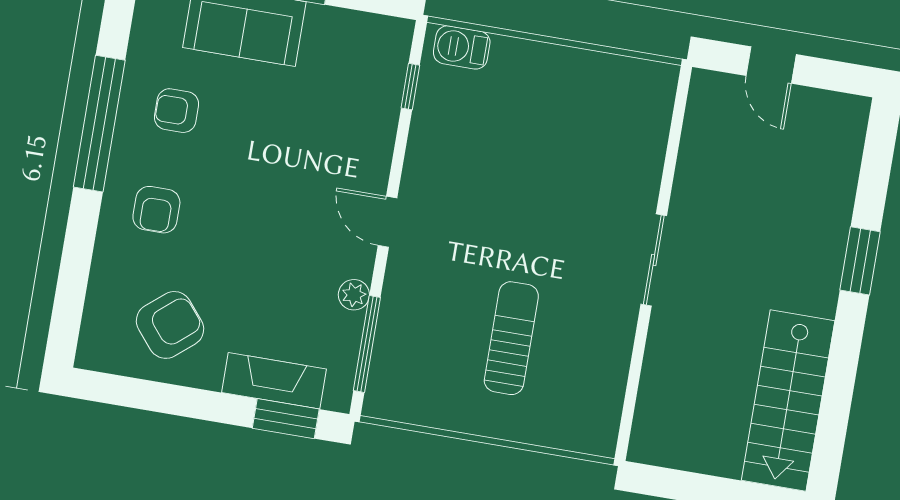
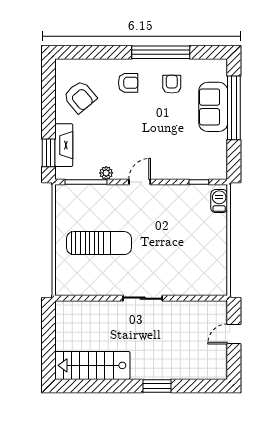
armchair: (156, 210) -> (128, 83), turned 180
sun lounger: (511, 338) -> (99, 243), width x1.36, depth x1.34

